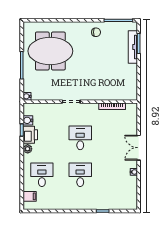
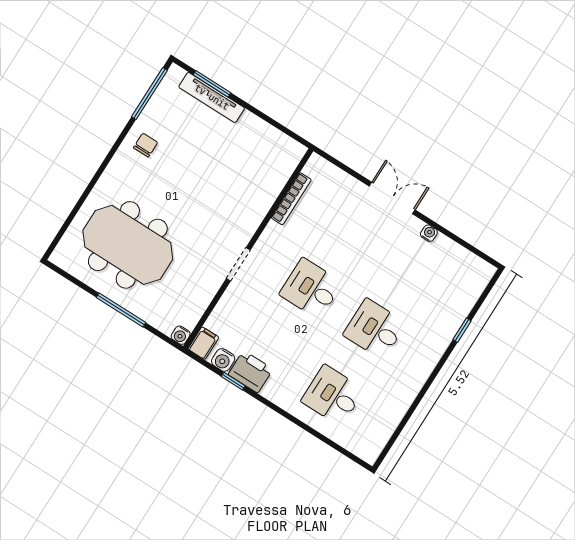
meeting table: (50, 51) -> (128, 245), turned 90
double door: (139, 148) -> (392, 198), swing flipped
plant: (28, 149) -> (272, 392), removed
filing cabinet: (30, 196) -> (203, 343), moved

